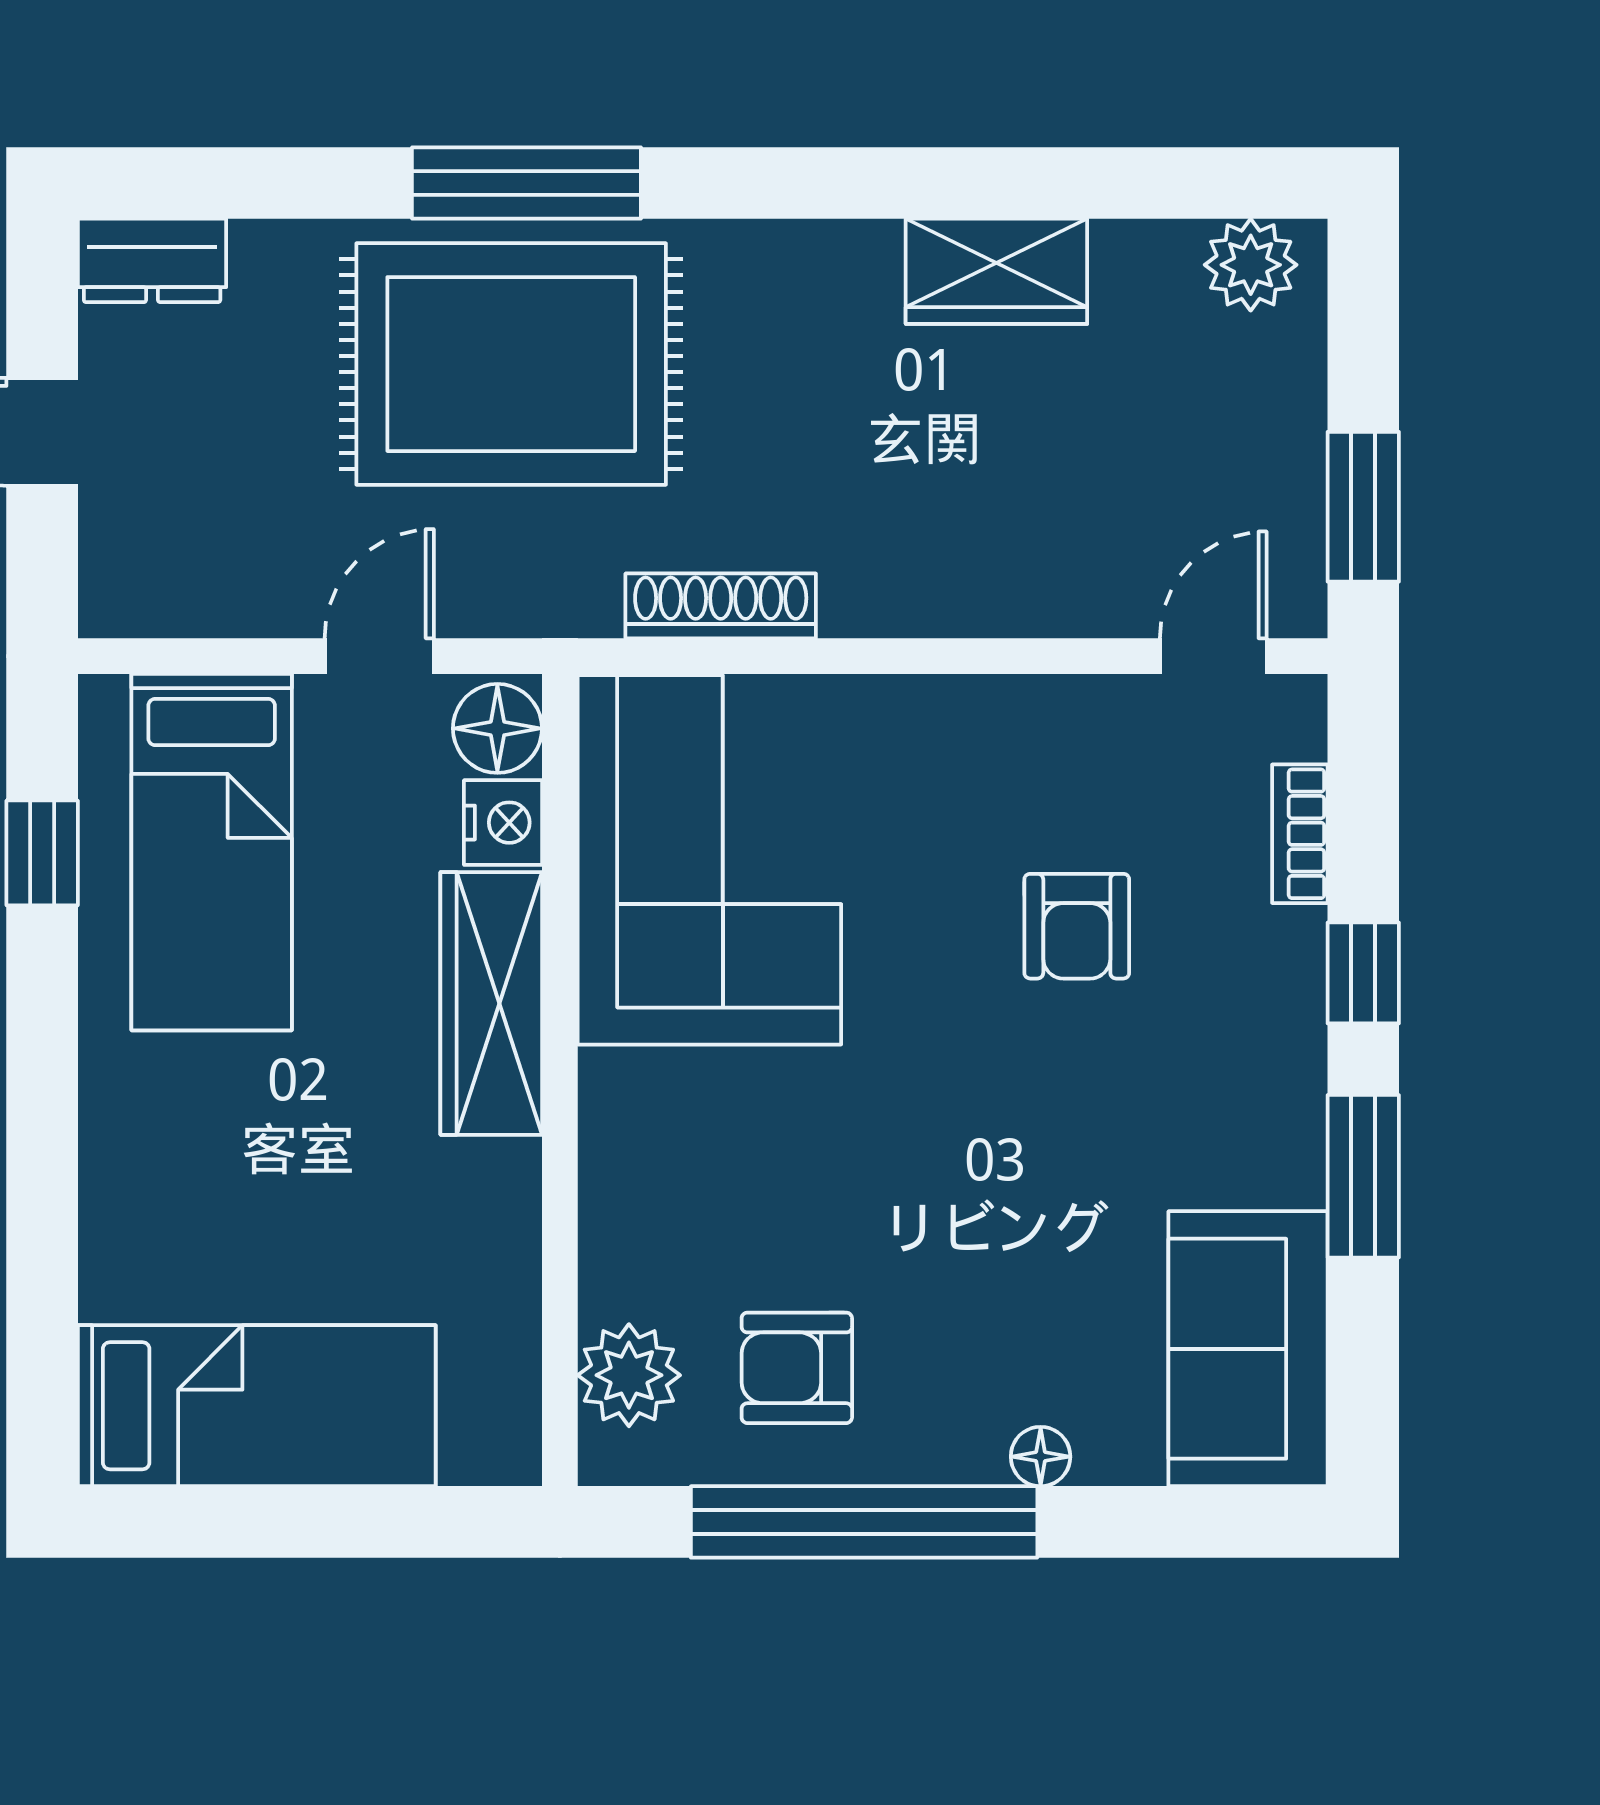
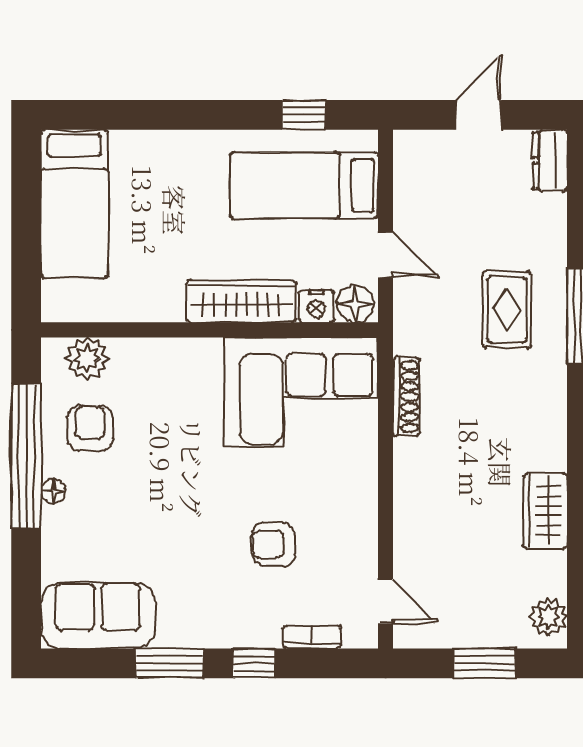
rug: (511, 364) -> (507, 310), width x0.54, depth x0.49
window: (1363, 507) -> (484, 663), moved
floor lamp: (1041, 1457) -> (53, 491), moved

